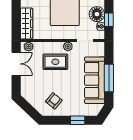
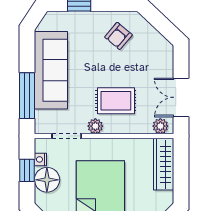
window: (109, 78) -> (27, 96), moved

